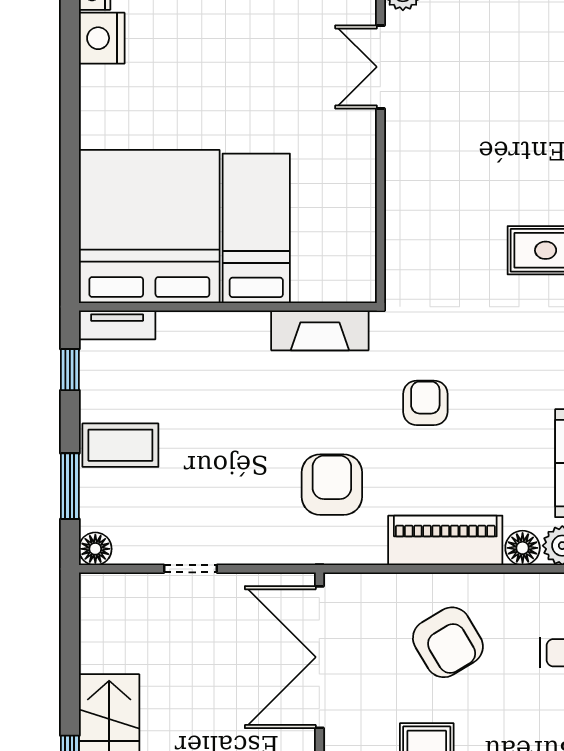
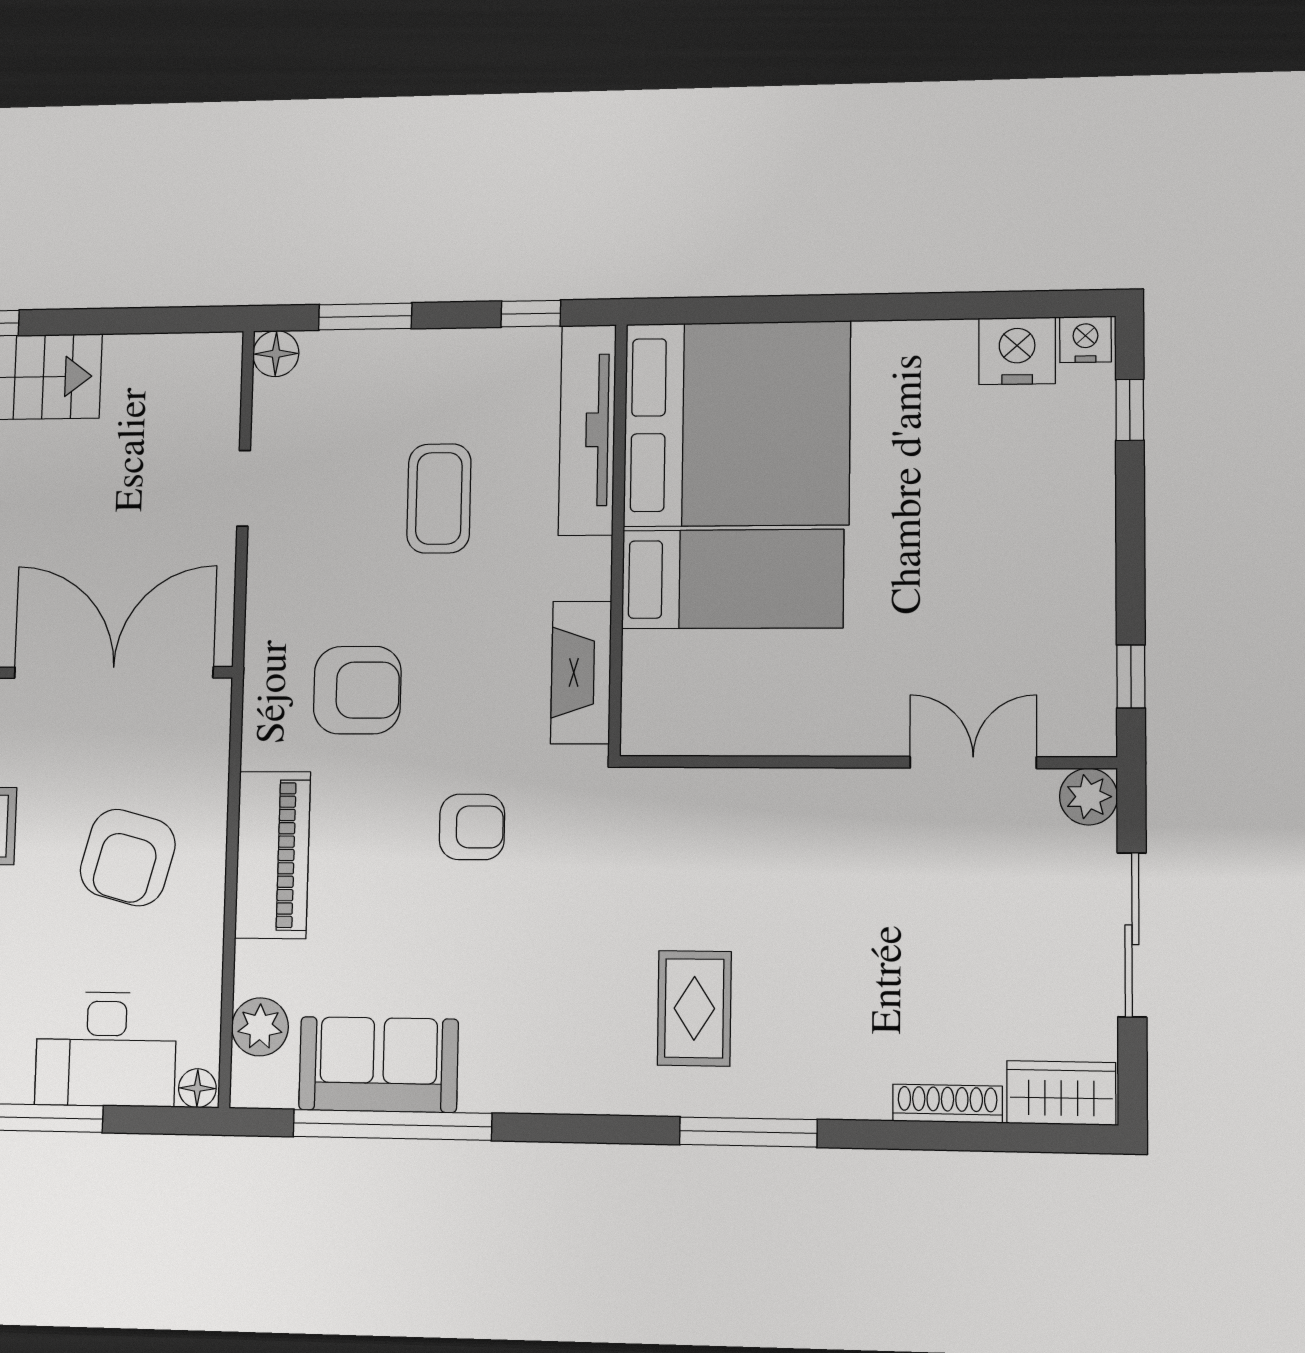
tv unit: (117, 325) -> (587, 430), width x1.92, depth x1.29
coffee table: (120, 445) -> (439, 498), moved
floor lamp: (523, 548) -> (258, 968), removed
armchair: (448, 642) -> (128, 858), turned -44

